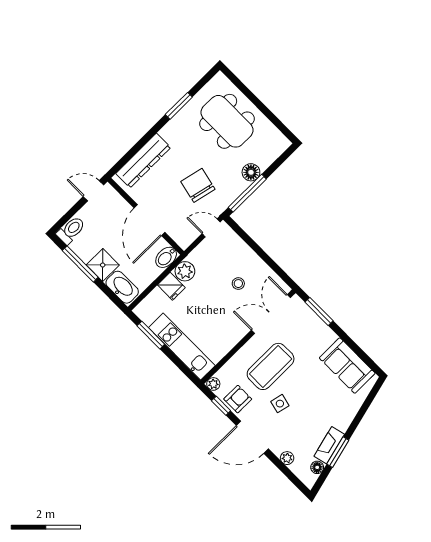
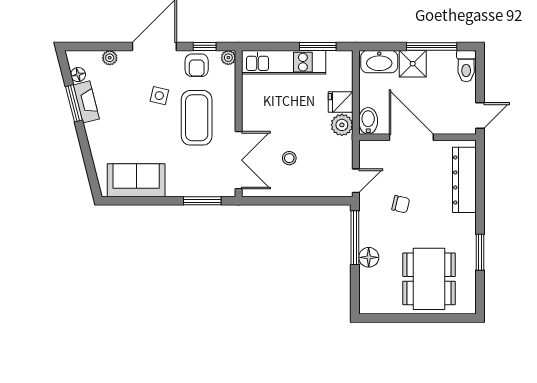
dining table: (227, 121) -> (429, 279), turned 90
chair: (198, 185) -> (401, 204), width x0.54, depth x0.54

